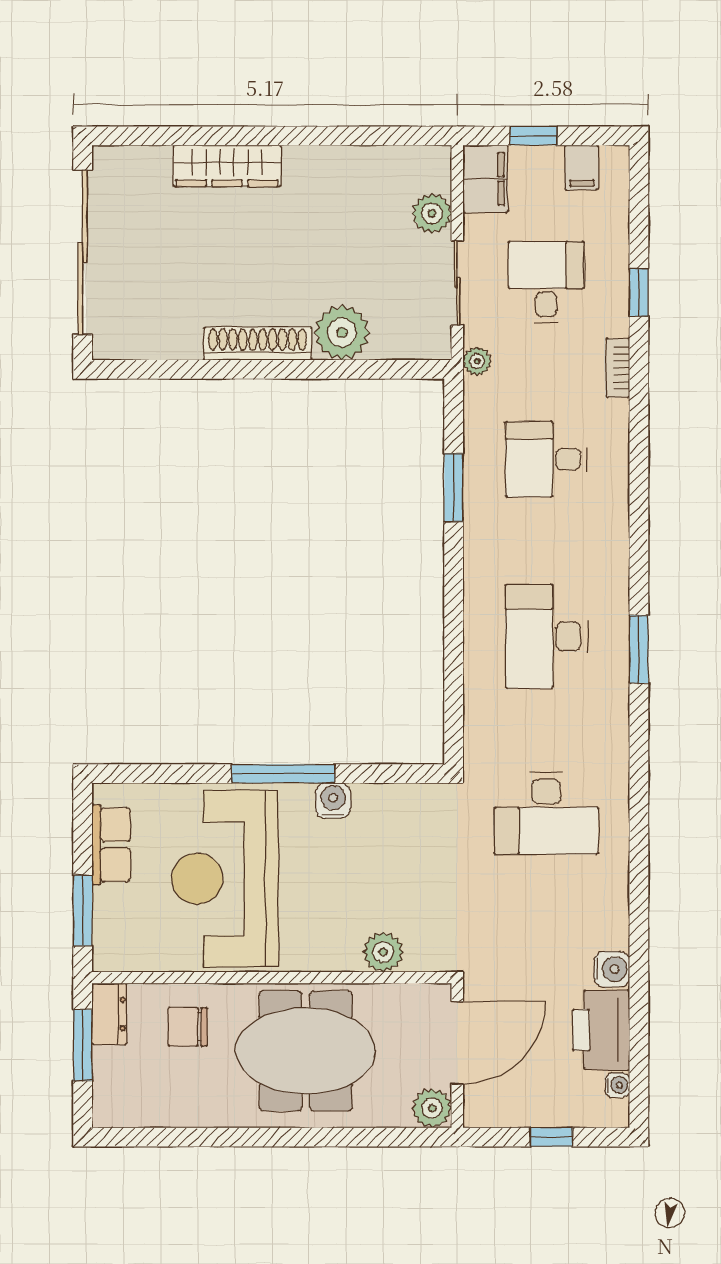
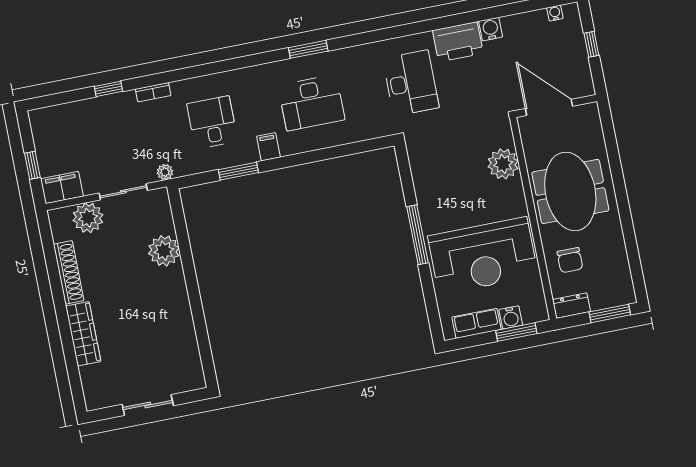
filing cabinet: (582, 167) -> (268, 147), moved, turned -90
plant: (432, 213) -> (88, 218), width x1.36, depth x1.36
sliding door: (83, 252) -> (148, 405), width x0.54
desk: (546, 282) -> (113, 142), removed
shoe rack: (258, 344) -> (69, 272), moved, turned 180
desk: (546, 459) -> (212, 122), turned 180
water cooler: (333, 801) -> (511, 317), moved, turned -90
plant: (383, 952) -> (503, 164), width x1.36, depth x1.36
printer: (601, 1030) -> (458, 42), moved
window: (83, 1045) -> (610, 313), moved
plant: (432, 1108) -> (588, 114), removed

